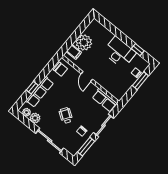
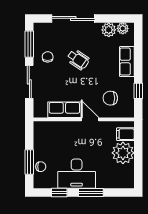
window: (120, 35) -> (91, 193), added
chair: (60, 69) -> (110, 98), moved
window: (32, 88) -> (138, 91), moved
row of seats: (40, 92) -> (127, 62), width x0.68
row of seats: (105, 100) -> (64, 110), moved

